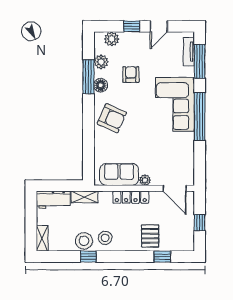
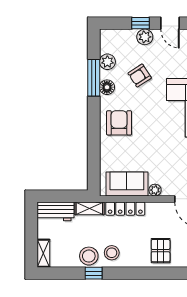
door: (159, 26) -> (170, 23), hinge flipped
plant: (112, 39) -> (145, 37), moved
armchair: (131, 75) -> (140, 76), turned -123
armchair: (112, 118) -> (119, 123), turned -114
locker: (131, 197) -> (125, 209), moved
window: (162, 257) -> (174, 273), removed

